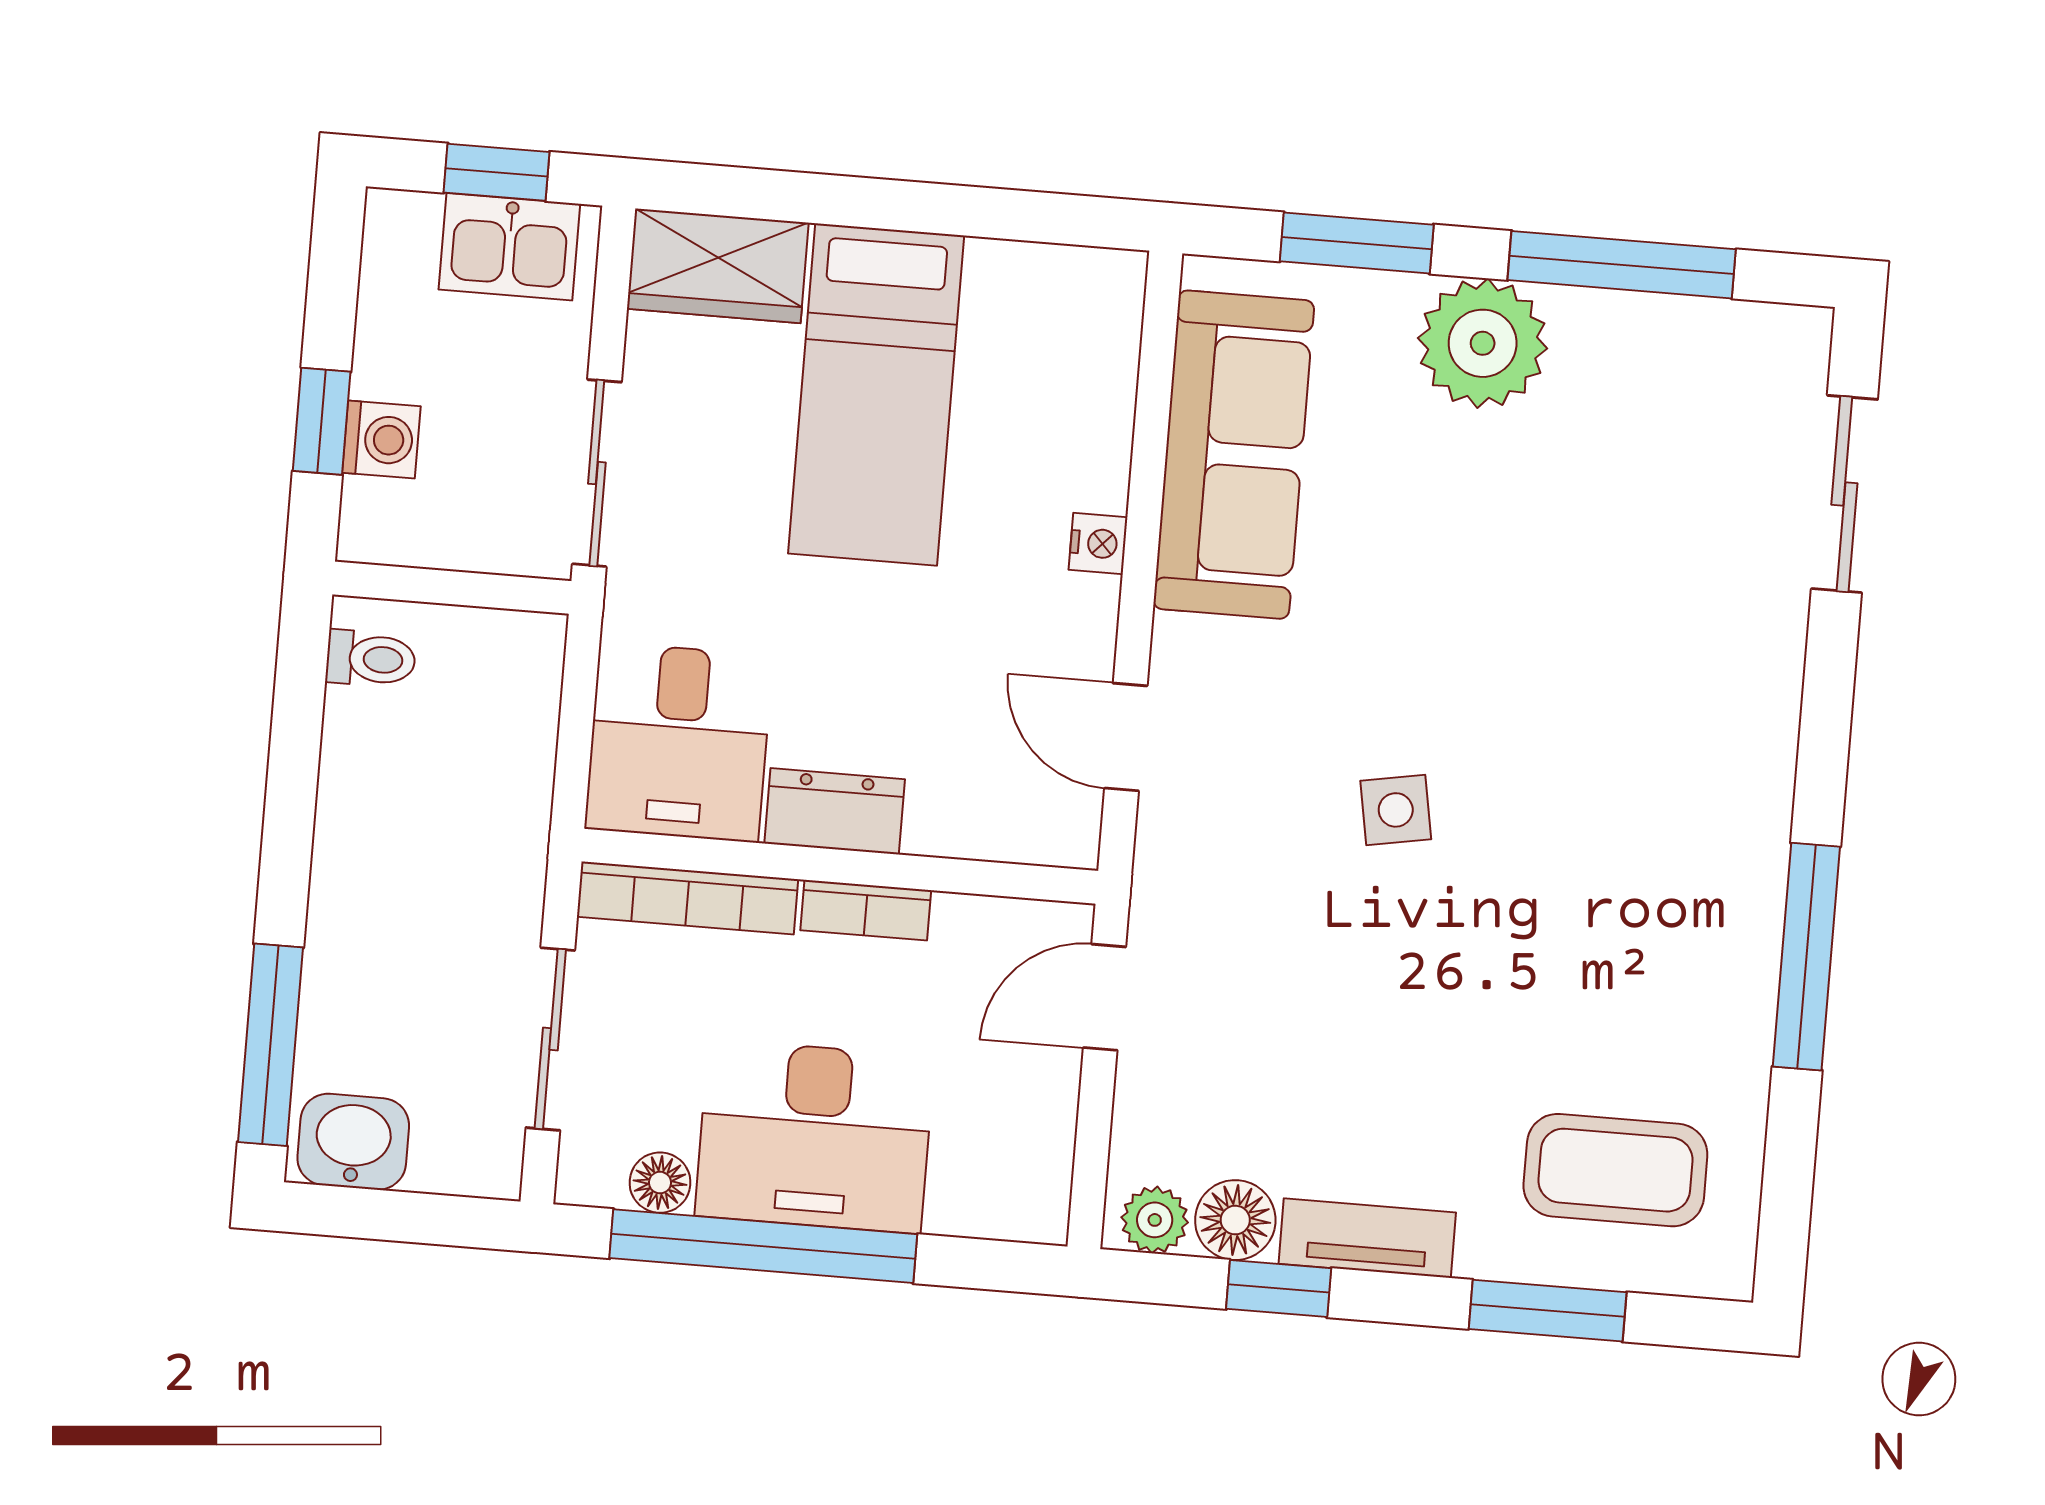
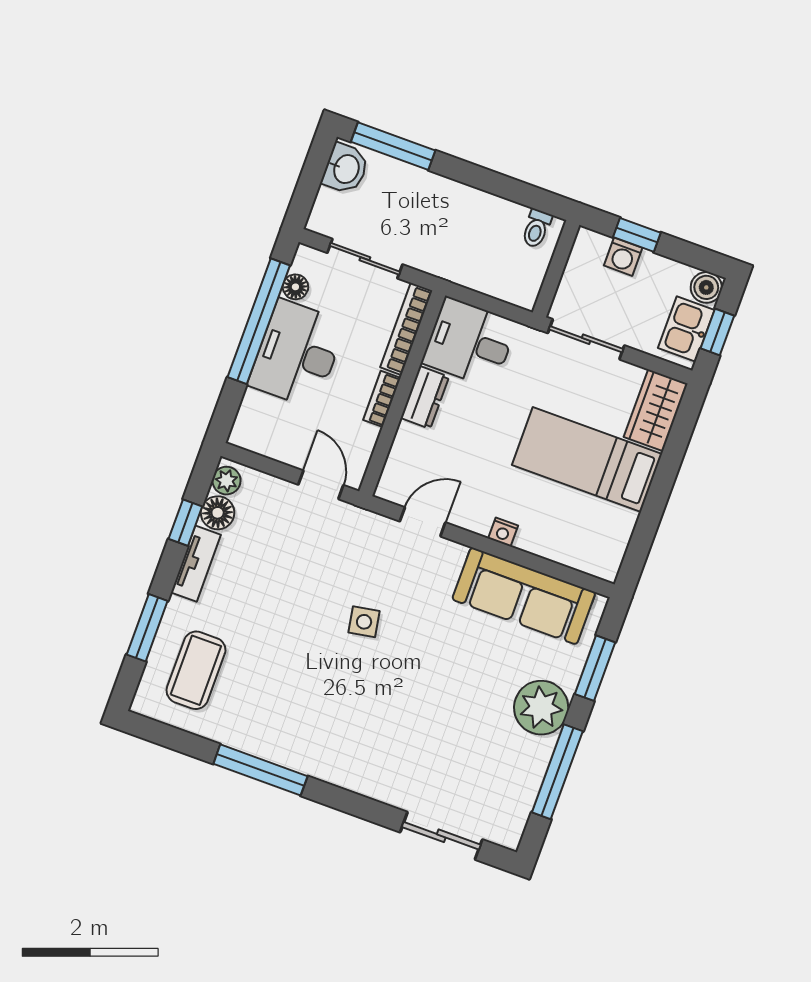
boiler: (400, 226) -> (706, 287), added

